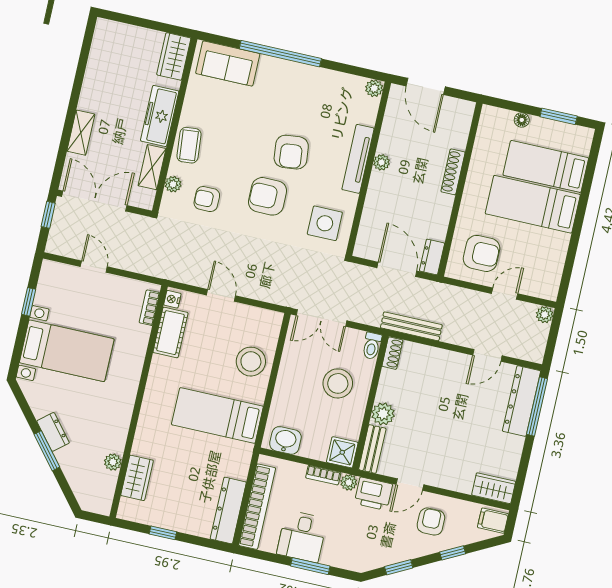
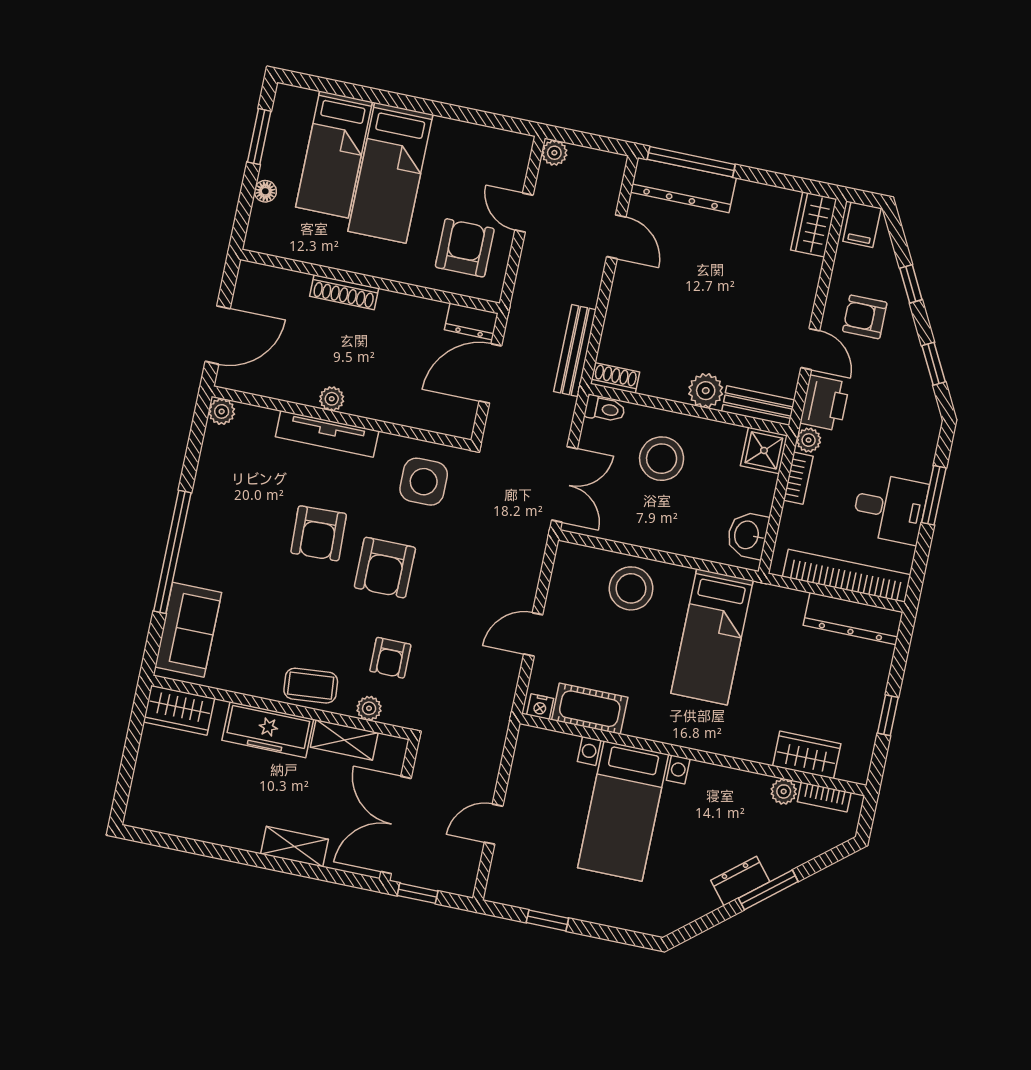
armchair: (291, 152) -> (319, 533), turned 94
bookcase: (149, 308) -> (824, 797), moved
bed with nightstands: (67, 351) -> (623, 811), moved, turned 180

